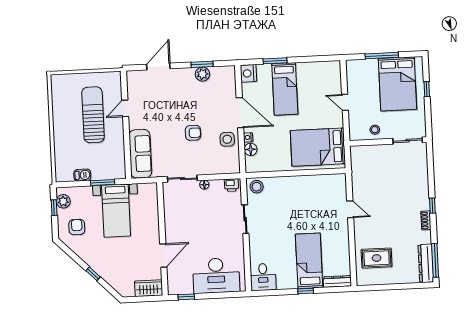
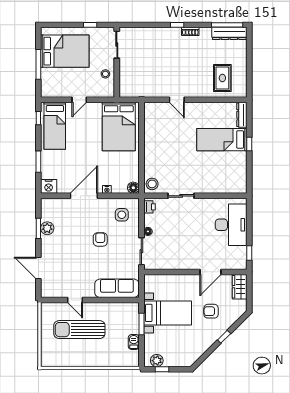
window: (323, 58) -> (38, 118), added
bed: (285, 89) -> (55, 126), moved, turned 90
window: (427, 89) -> (90, 25), moved
side table: (227, 139) -> (122, 215), moved
floor lamp: (251, 149) -> (133, 188), moved
door: (350, 209) -> (177, 100), swing flipped
armchair: (77, 227) -> (211, 311), moved
door: (163, 255) -> (211, 272), swing flipped
desk: (263, 277) -> (235, 182), removed

